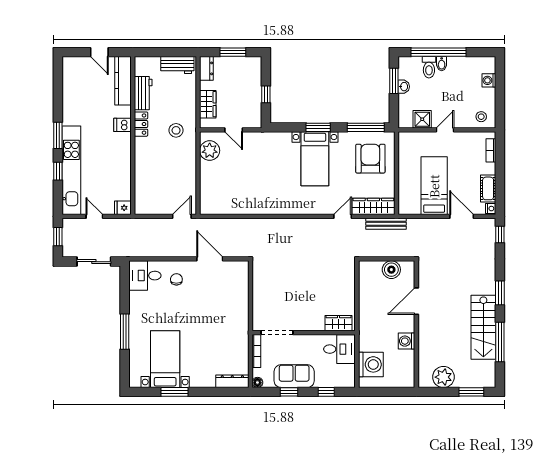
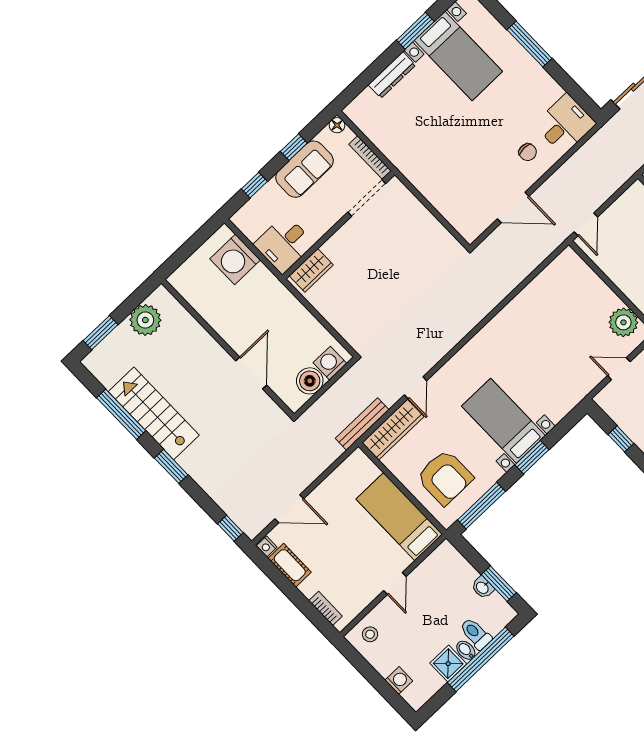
shower: (422, 119) -> (448, 664), moved
bed: (434, 186) -> (399, 517), moved, turned 180
washing machine: (406, 341) -> (330, 363), moved, turned -90
dresser: (232, 381) -> (392, 75), moved

